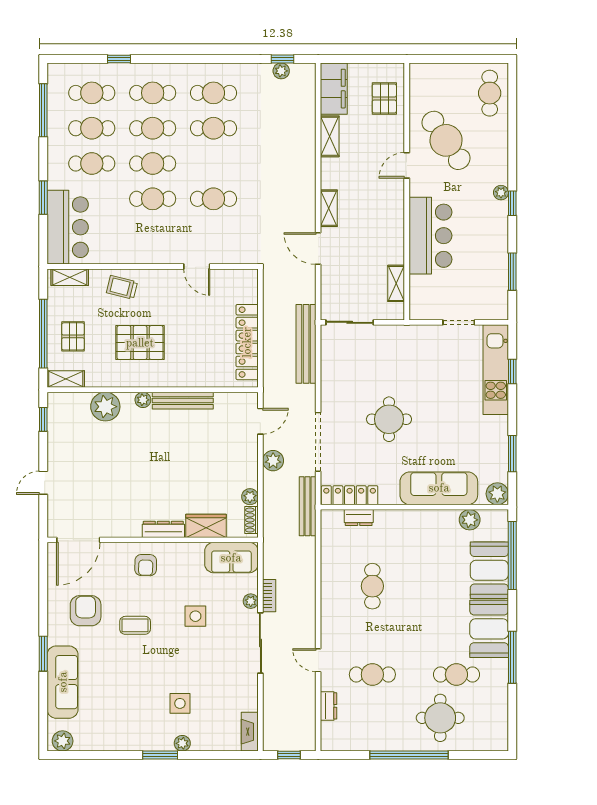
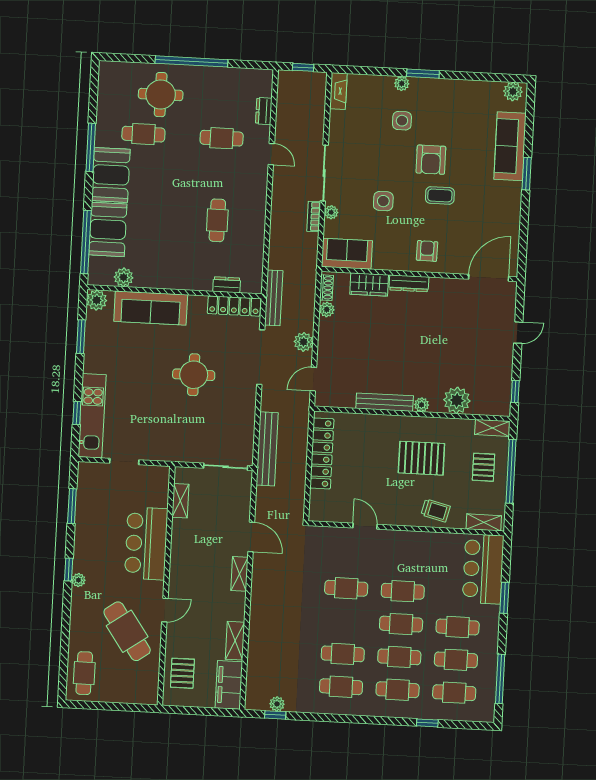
armchair: (86, 611) -> (431, 160), moved

